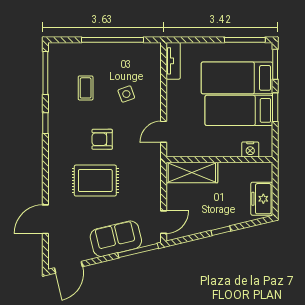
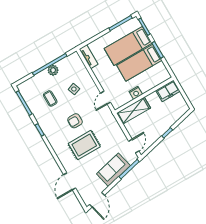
plant: (113, 51) -> (53, 70), added
nightstand: (250, 149) -> (136, 93), moved
freezer: (262, 199) -> (168, 91), moved, turned -90

